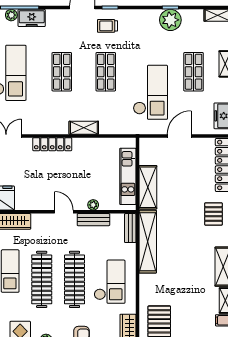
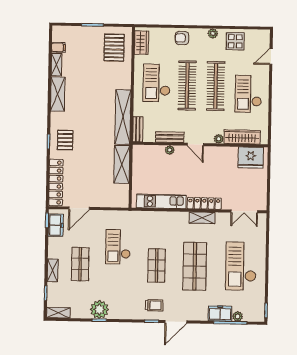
shop shelf: (62, 72) -> (195, 266), width x1.43, depth x1.36
checkout: (150, 92) -> (118, 247), width x0.73, depth x0.83
shelving: (84, 128) -> (202, 218), moved
door: (179, 136) -> (79, 208), moved
kitchen unit: (128, 176) -> (161, 201), moved, turned -90
plant: (37, 219) -> (219, 139), added

